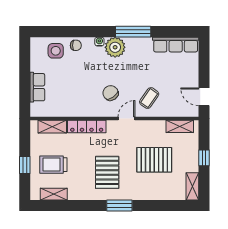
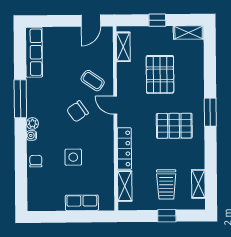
plant: (115, 47) -> (32, 123), width x0.53, depth x0.53
side table: (56, 51) -> (73, 157), moved
chair: (111, 93) -> (77, 111), moved

